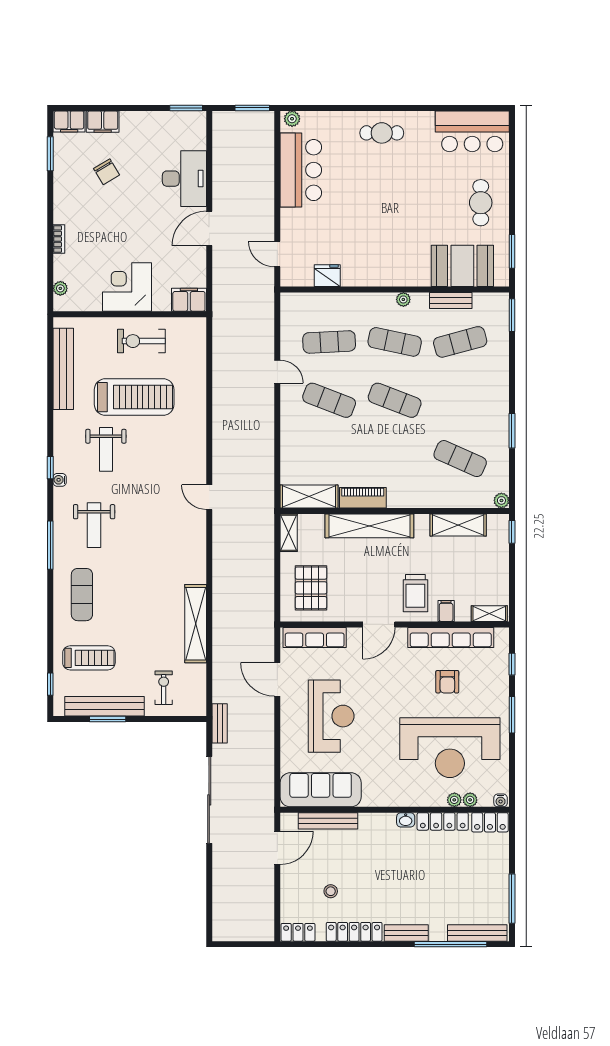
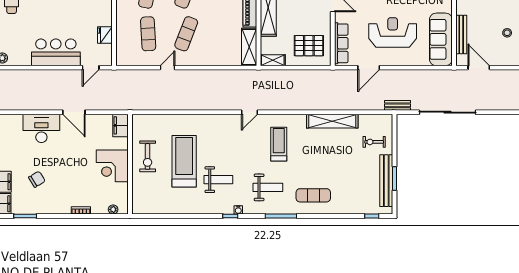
bar counter: (301, 170) -> (56, 52), moved
bench: (63, 369) -> (166, 208), removed
treadmill: (89, 658) -> (279, 144), moved

